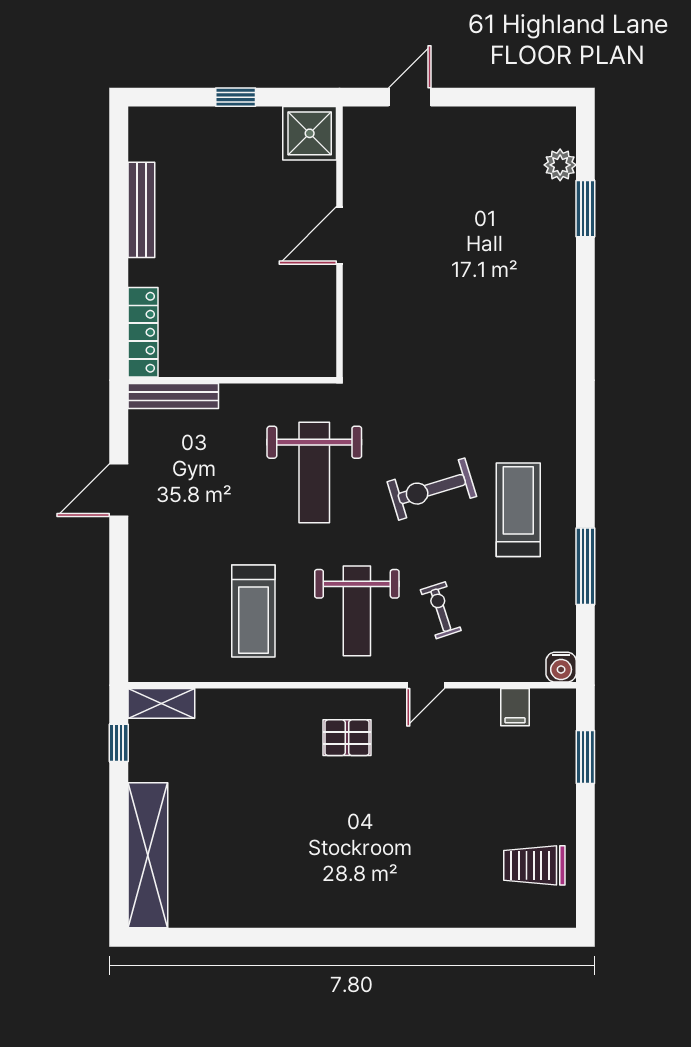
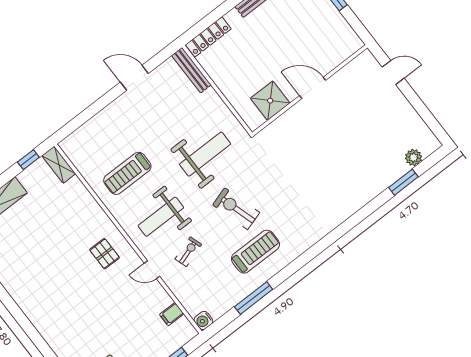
shower: (310, 133) -> (270, 101), moved
weight bench: (314, 472) -> (205, 154), turned 180

